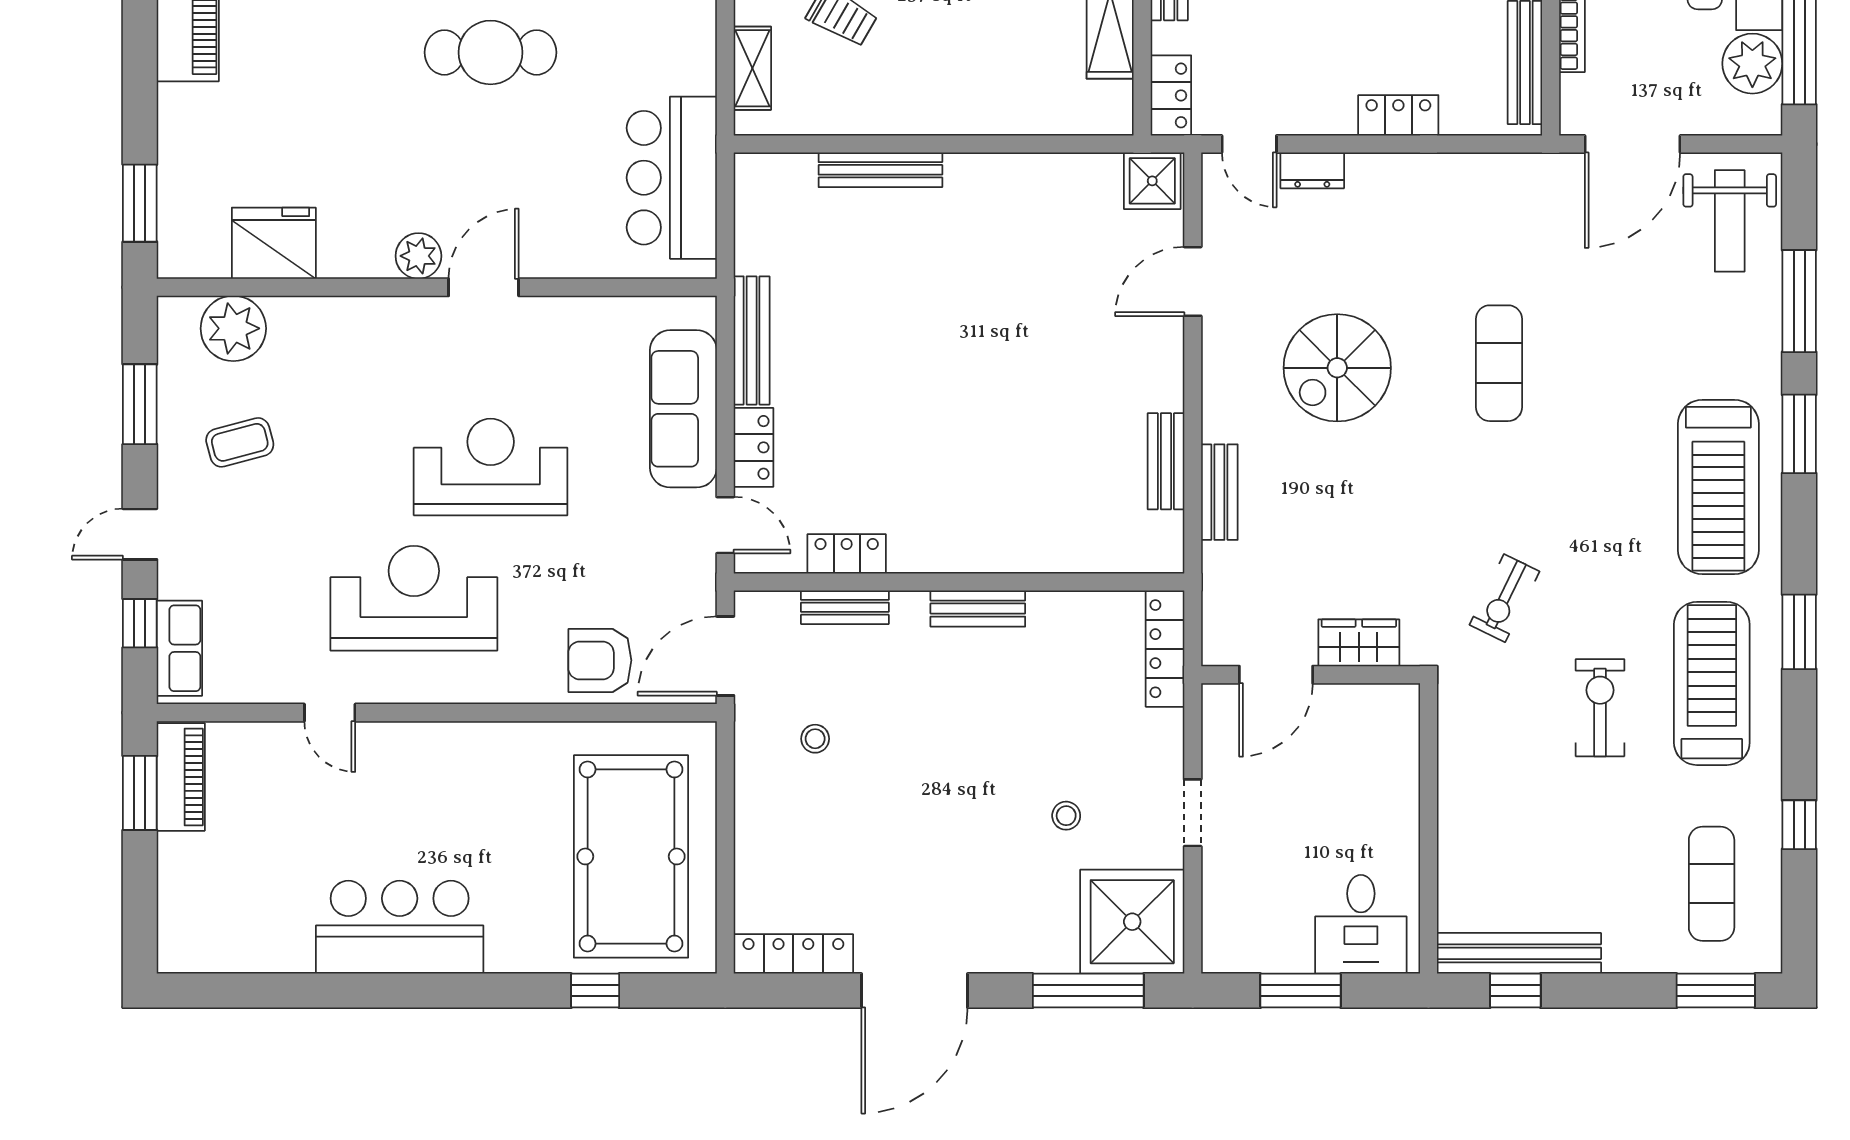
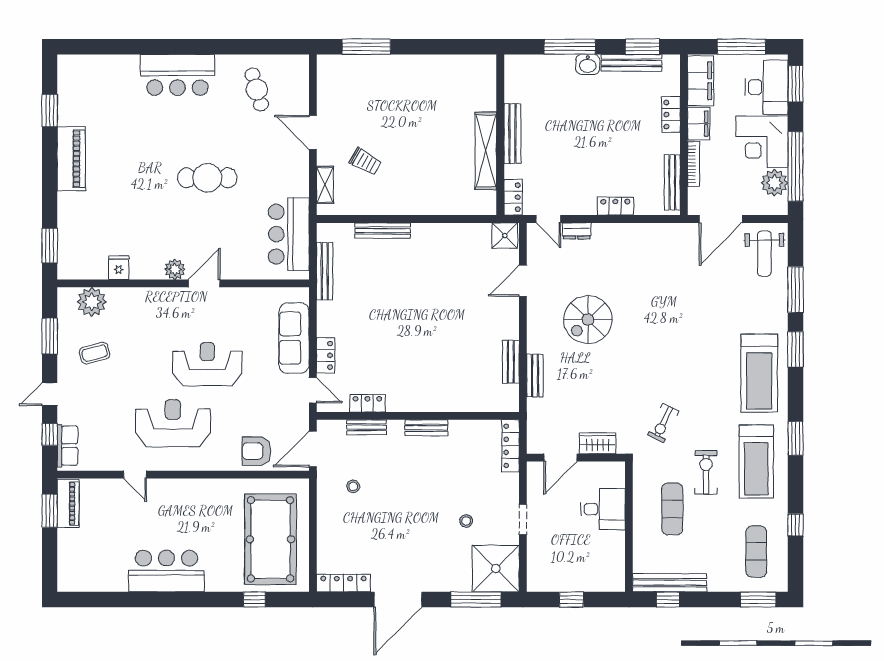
fridge: (274, 243) -> (119, 268), width x0.53, depth x0.75
bench: (752, 340) -> (325, 271), moved
exercise mat: (1499, 363) -> (672, 509), moved
treadmill: (1712, 683) -> (756, 461), turned 180
desk: (1361, 924) -> (603, 509), moved, turned -90
window: (1301, 991) -> (571, 600), width x0.67

